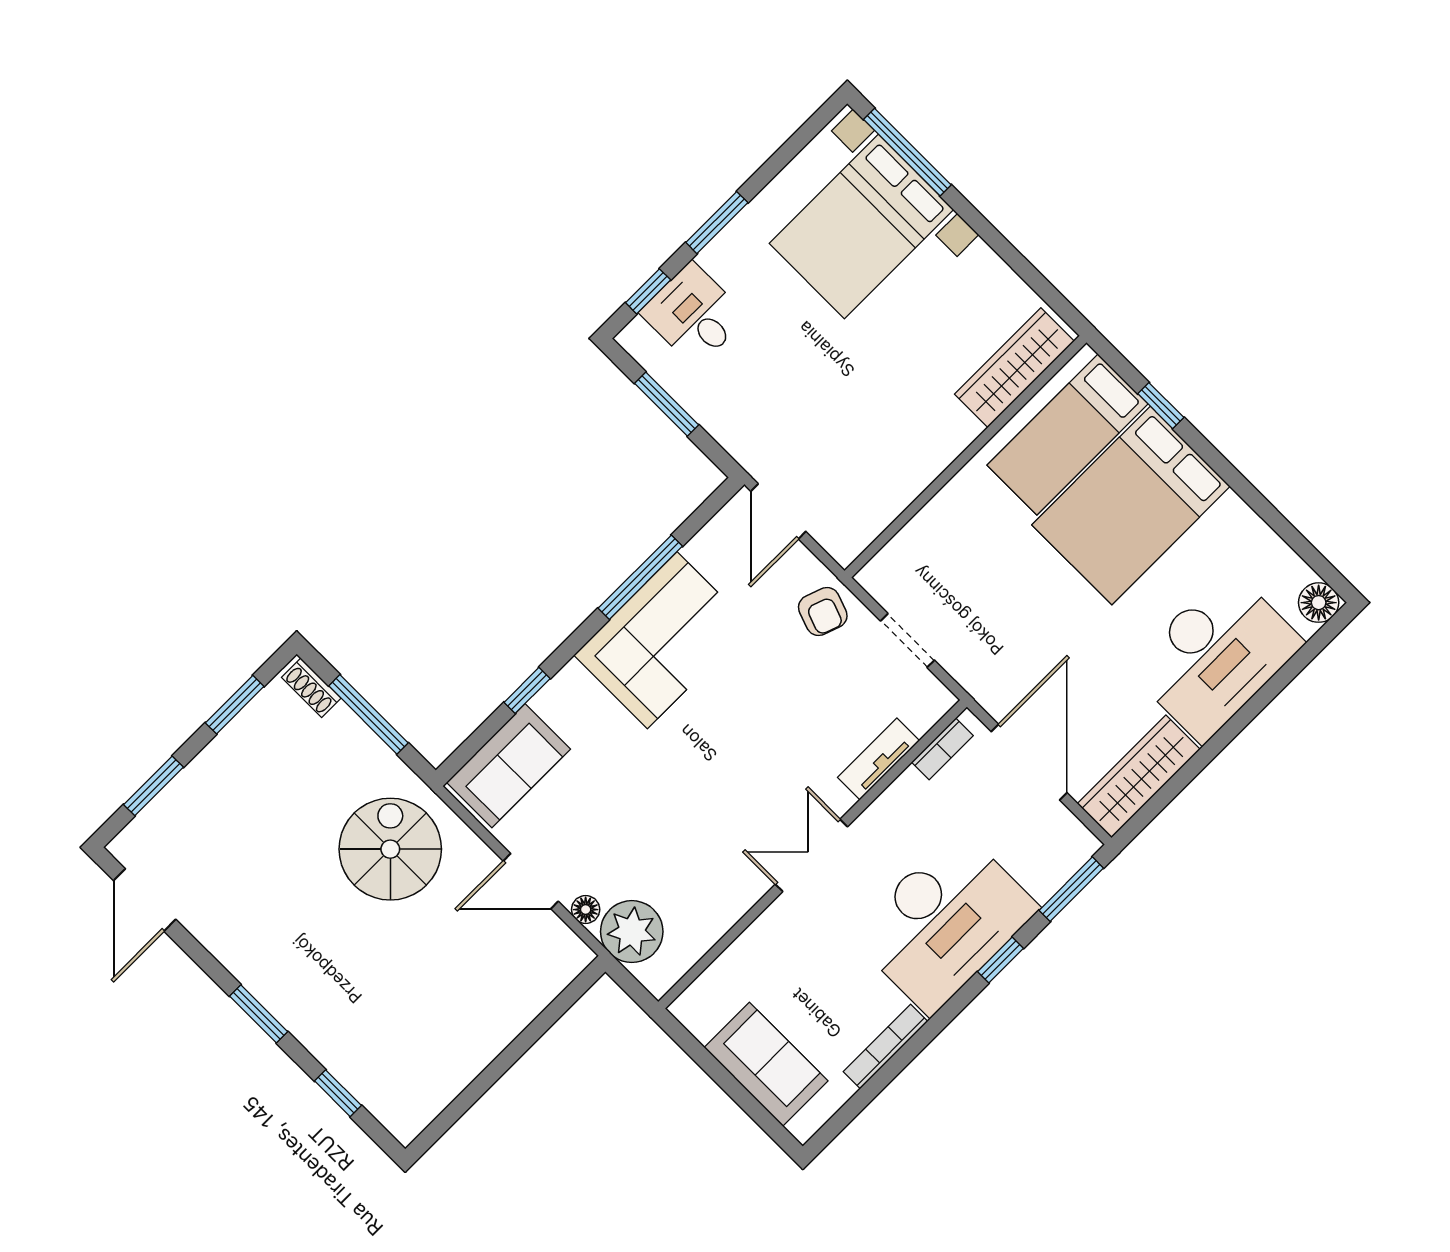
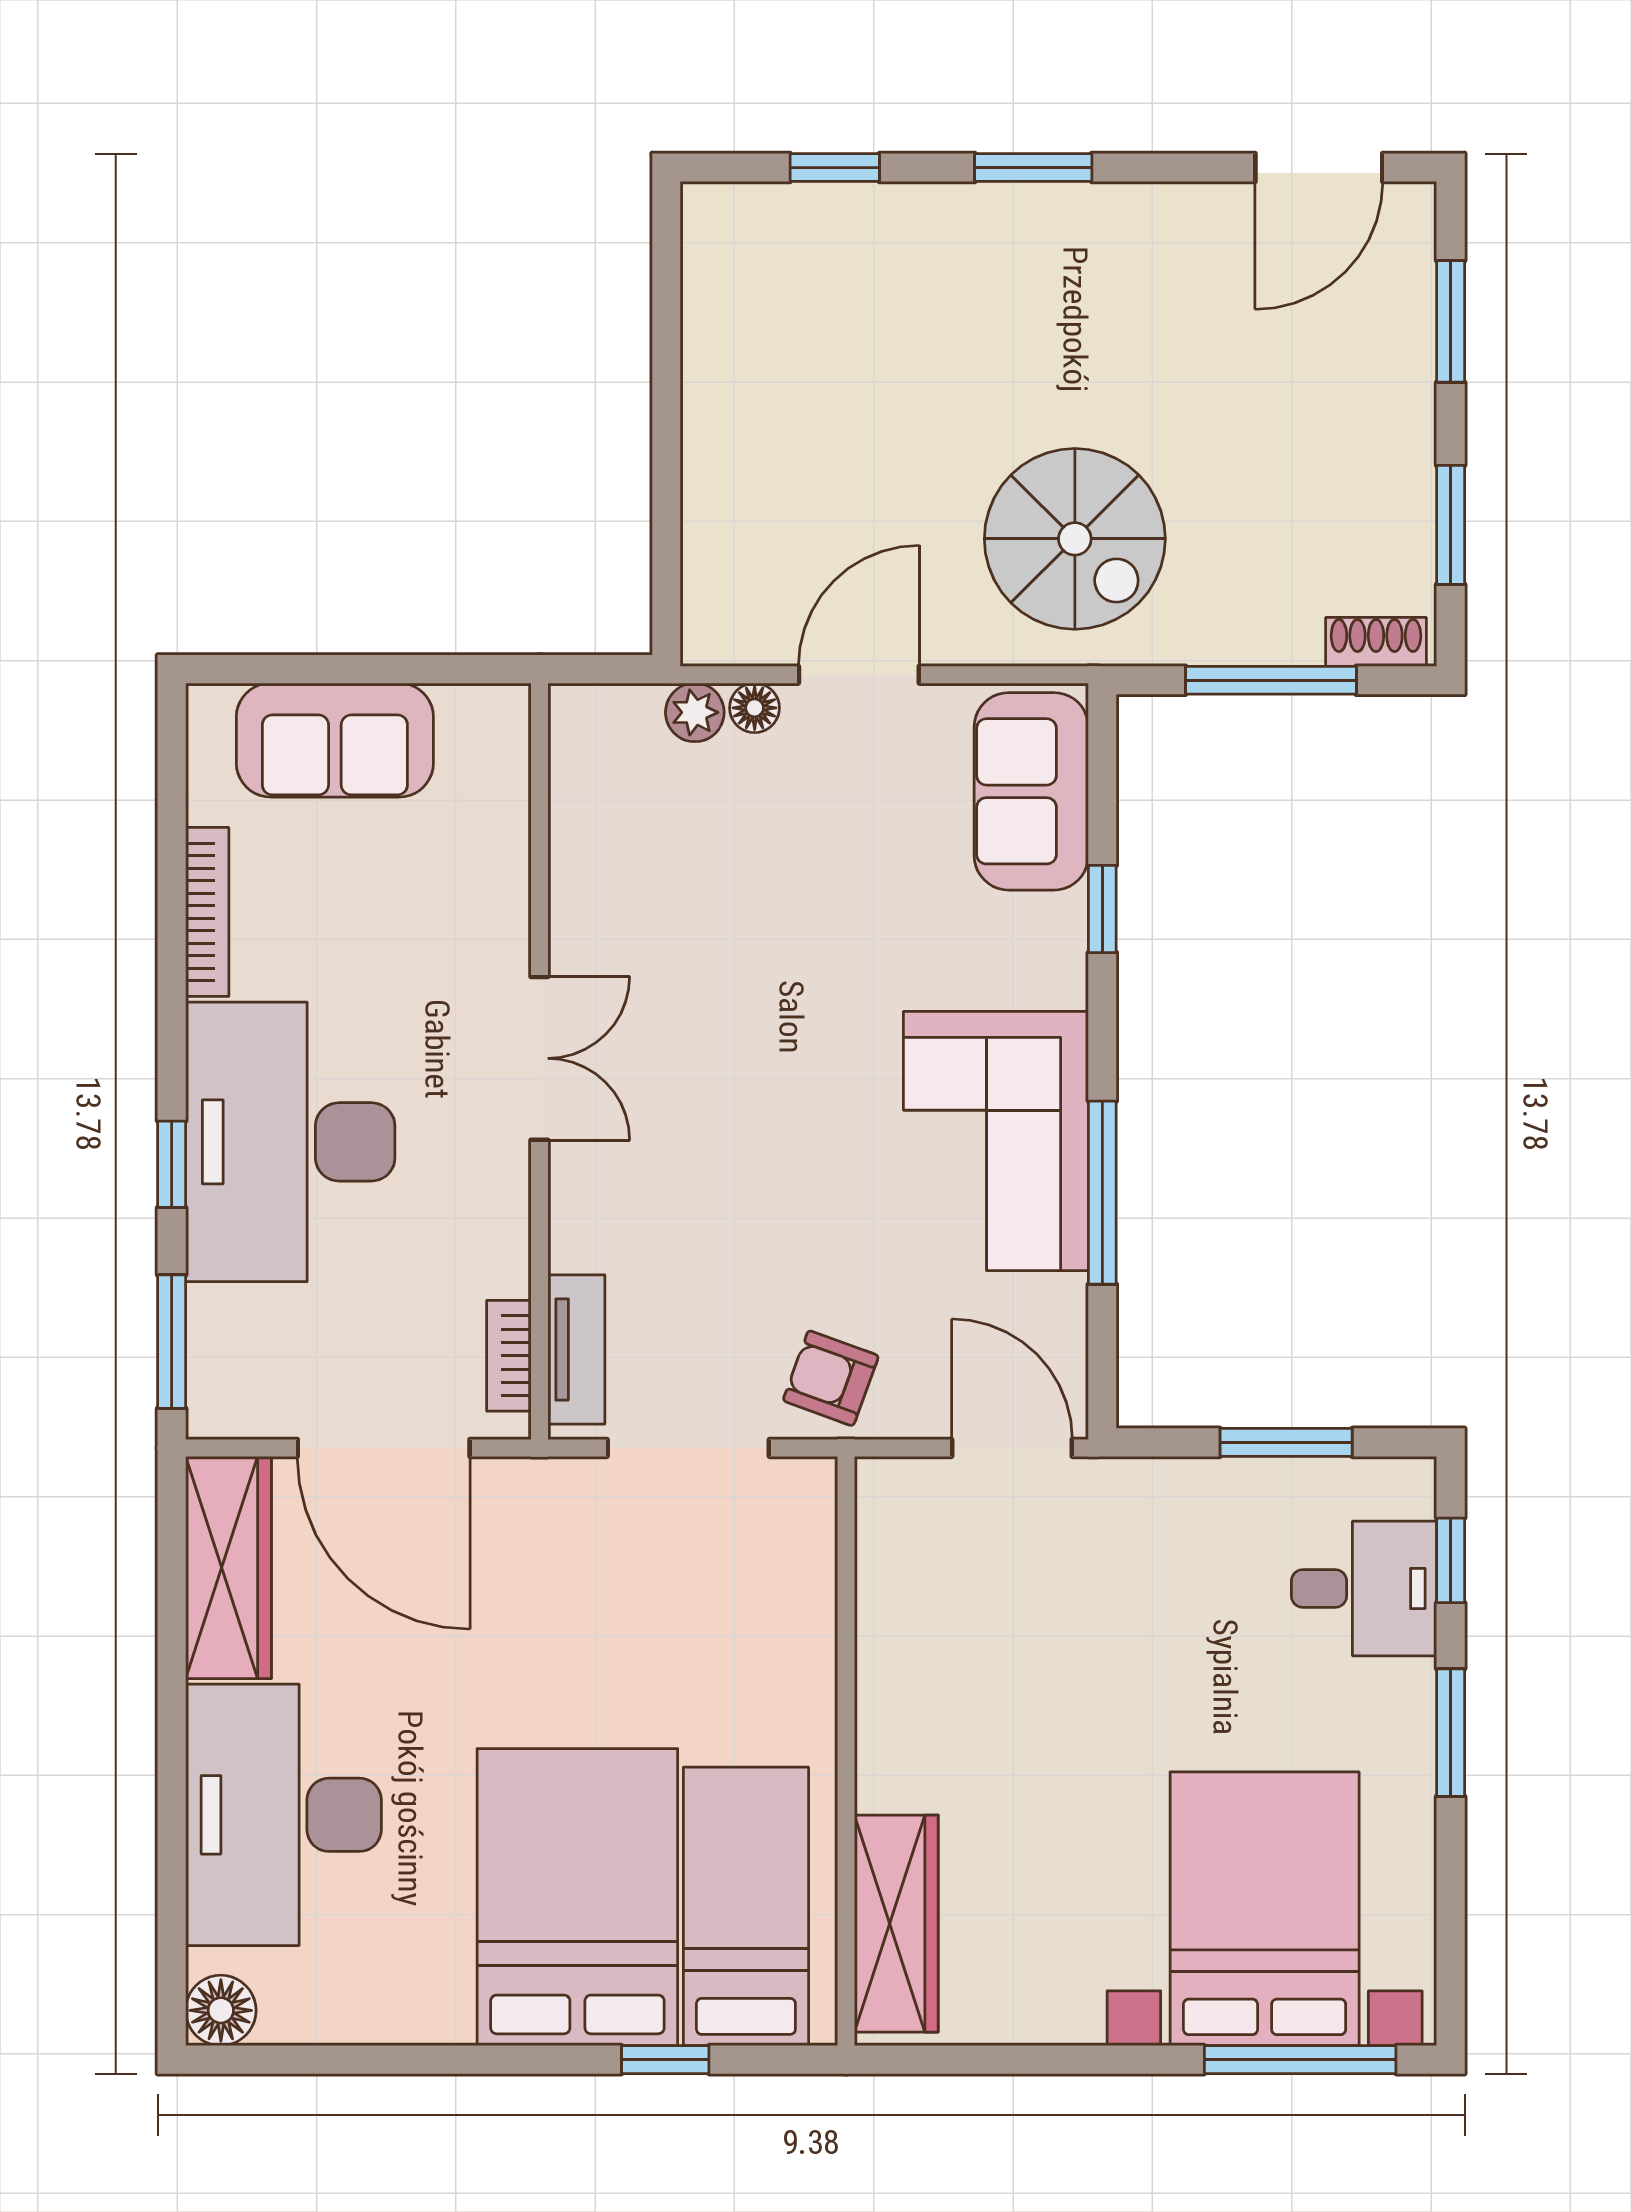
doorway: (907, 641) -> (688, 1448), width x1.38
tv unit: (878, 759) -> (576, 1349), moved
door: (145, 900) -> (1319, 168), swing flipped
plant: (632, 932) -> (695, 712), width x0.53, depth x0.53

